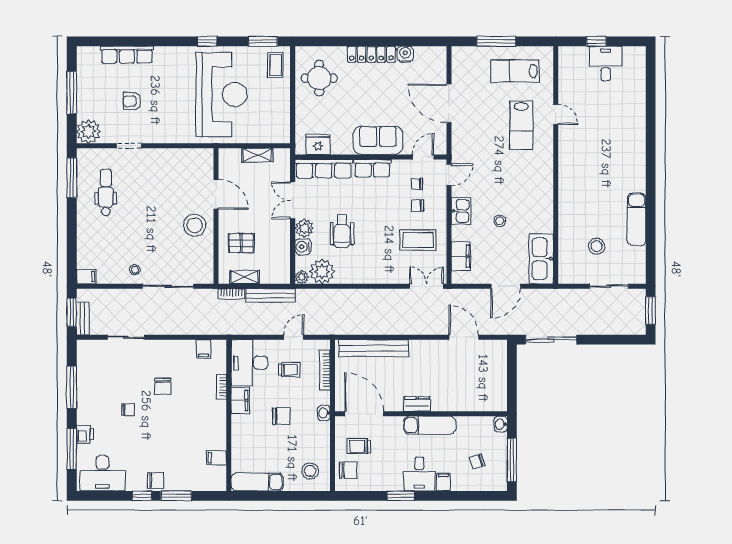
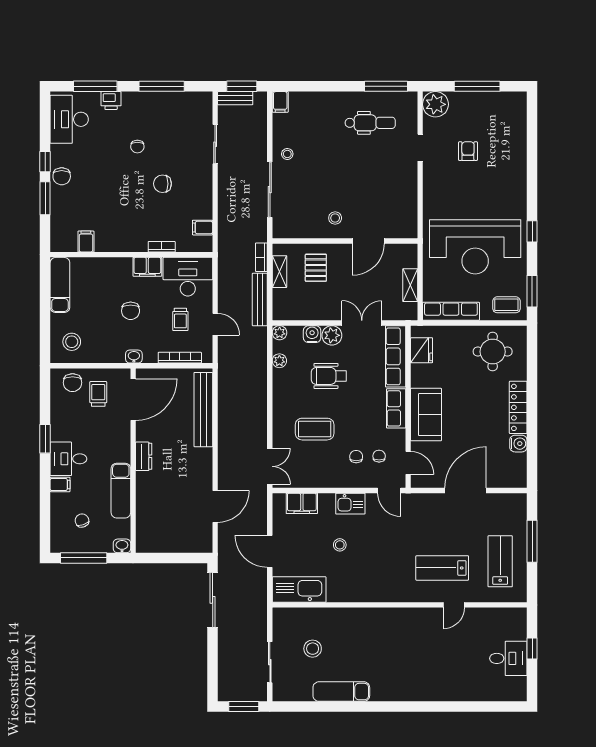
row of seats: (127, 55) -> (451, 311), moved, turned 90
stool: (195, 225) -> (335, 218), width x0.53, depth x0.53
coffee table: (418, 240) -> (315, 429), moved, turned 90
plant: (322, 271) -> (279, 361), width x0.53, depth x0.53
exam couch: (430, 425) -> (121, 491), moved

